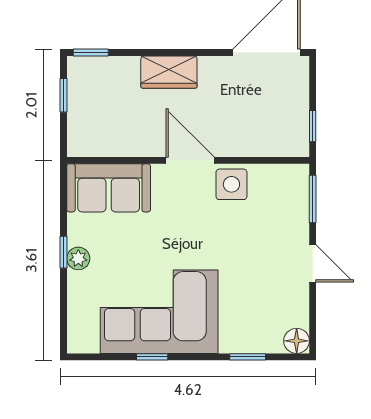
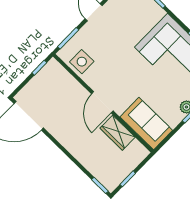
wardrobe: (169, 72) -> (118, 133), moved, turned 180
side table: (231, 184) -> (82, 62), moved

